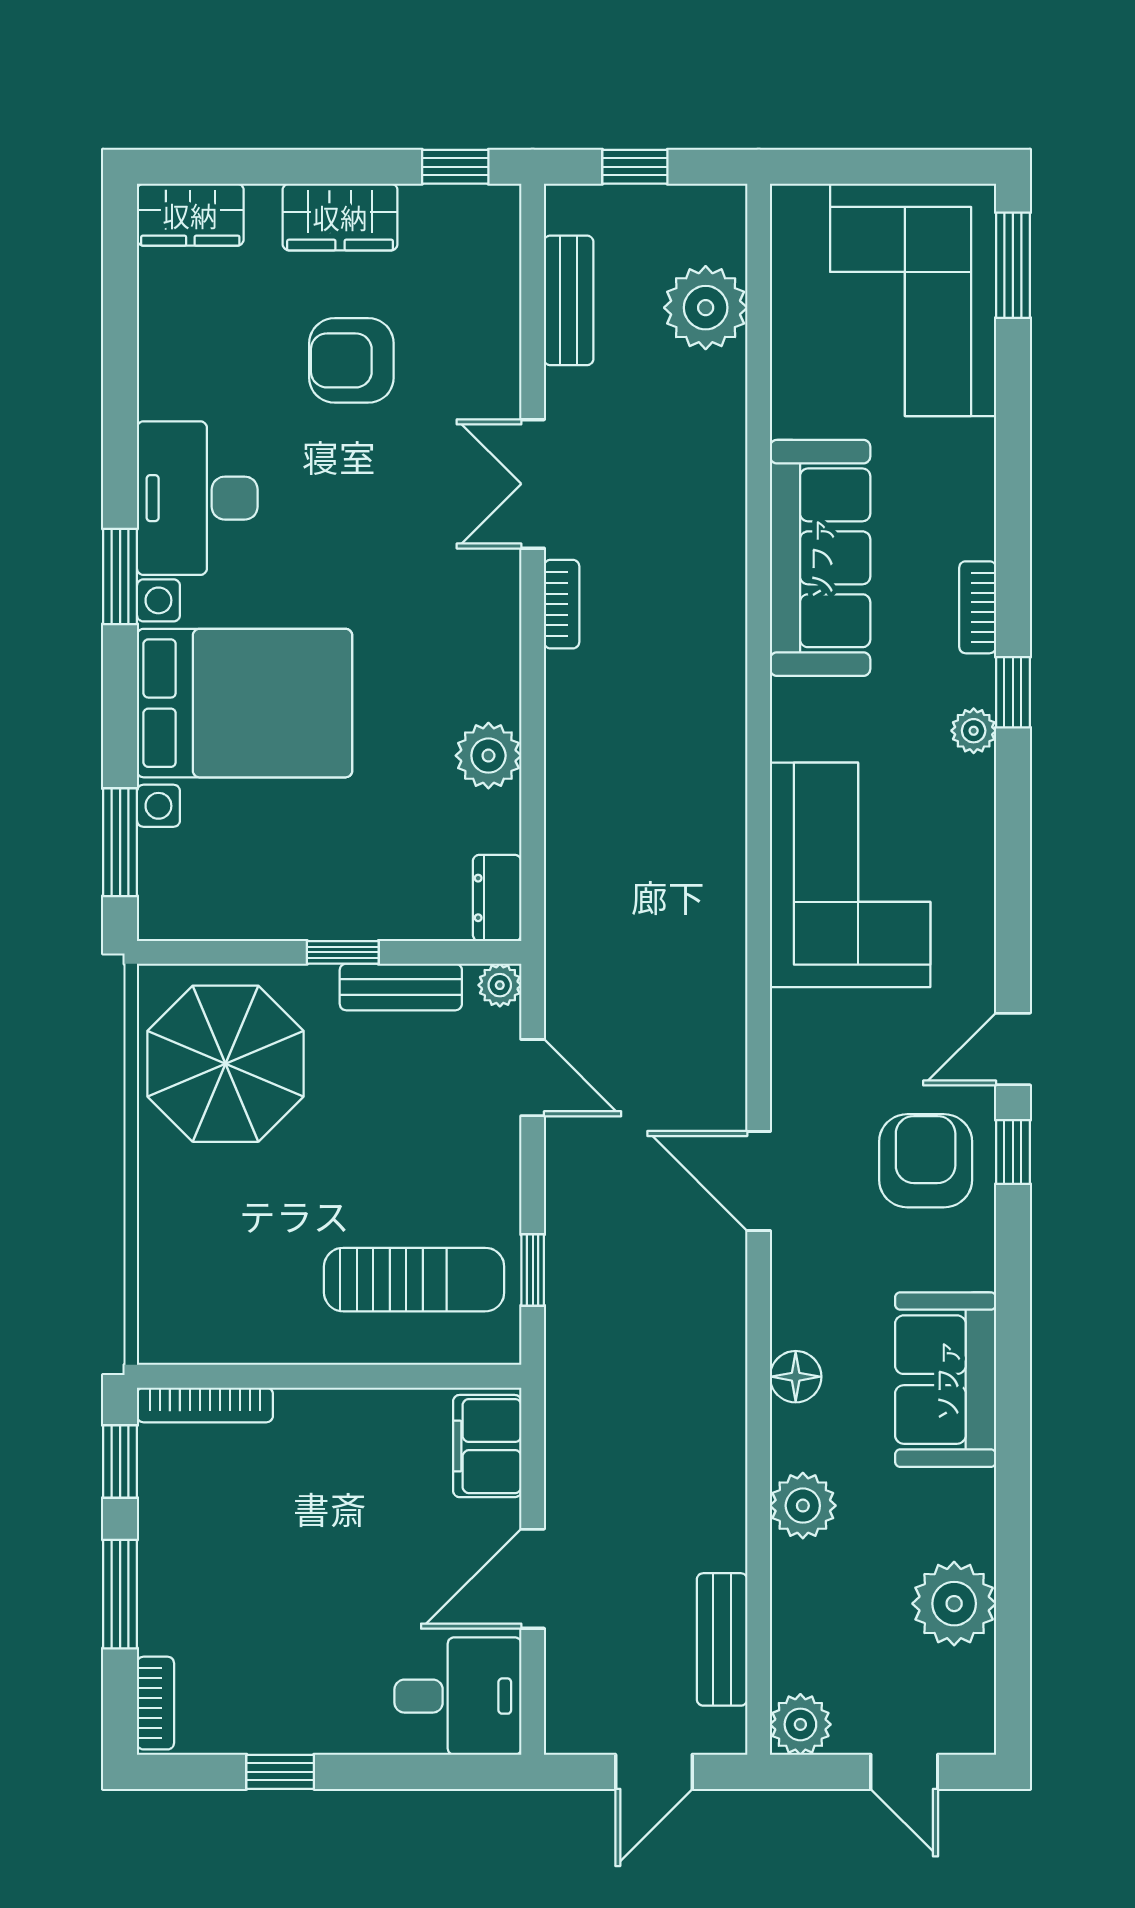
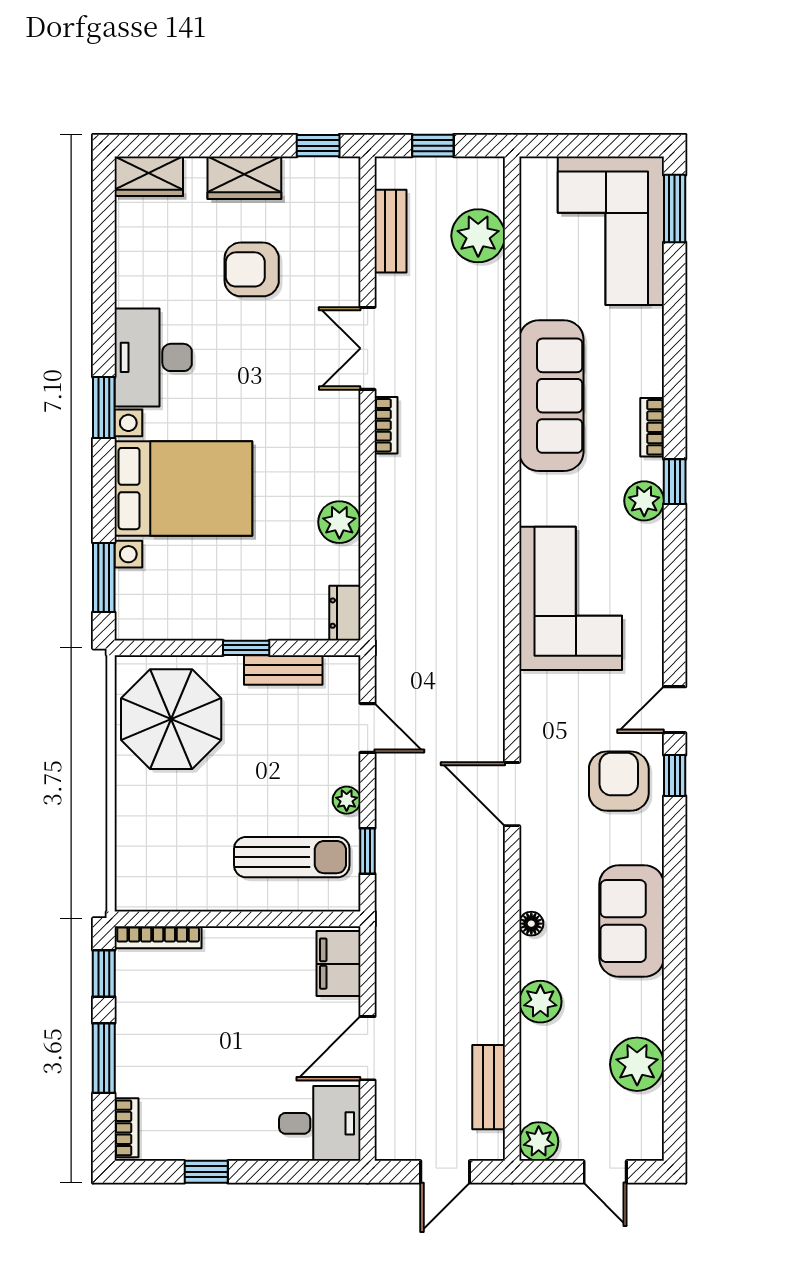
plant: (974, 731) -> (644, 501), width x1.38, depth x1.38
plant: (500, 985) -> (347, 800), moved
floor lamp: (796, 1377) -> (531, 924), width x0.73, depth x0.73

